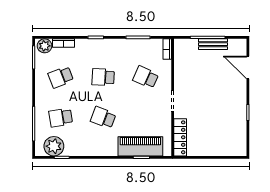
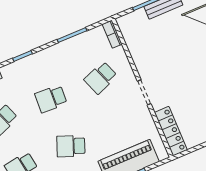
school desk: (146, 77) -> (101, 78), turned -45

